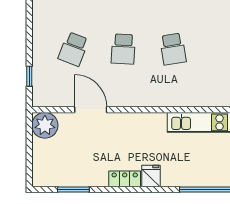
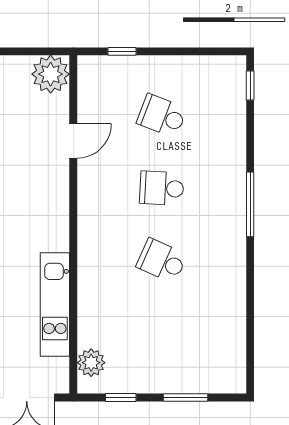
school desk: (173, 49) -> (162, 261), turned 33
door: (91, 110) -> (73, 141), width x0.73

